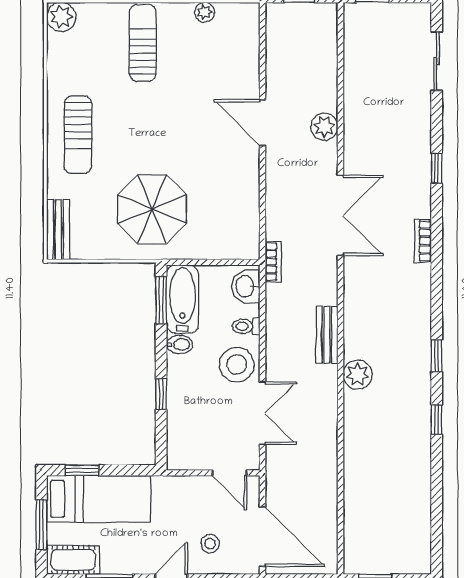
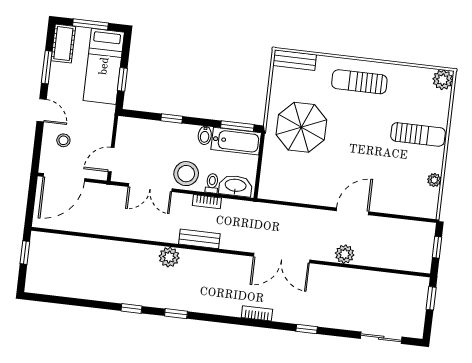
bookcase: (273, 262) -> (207, 202), moved
washbasin: (246, 286) -> (235, 186), width x1.38
window: (82, 470) -> (122, 79), moved

